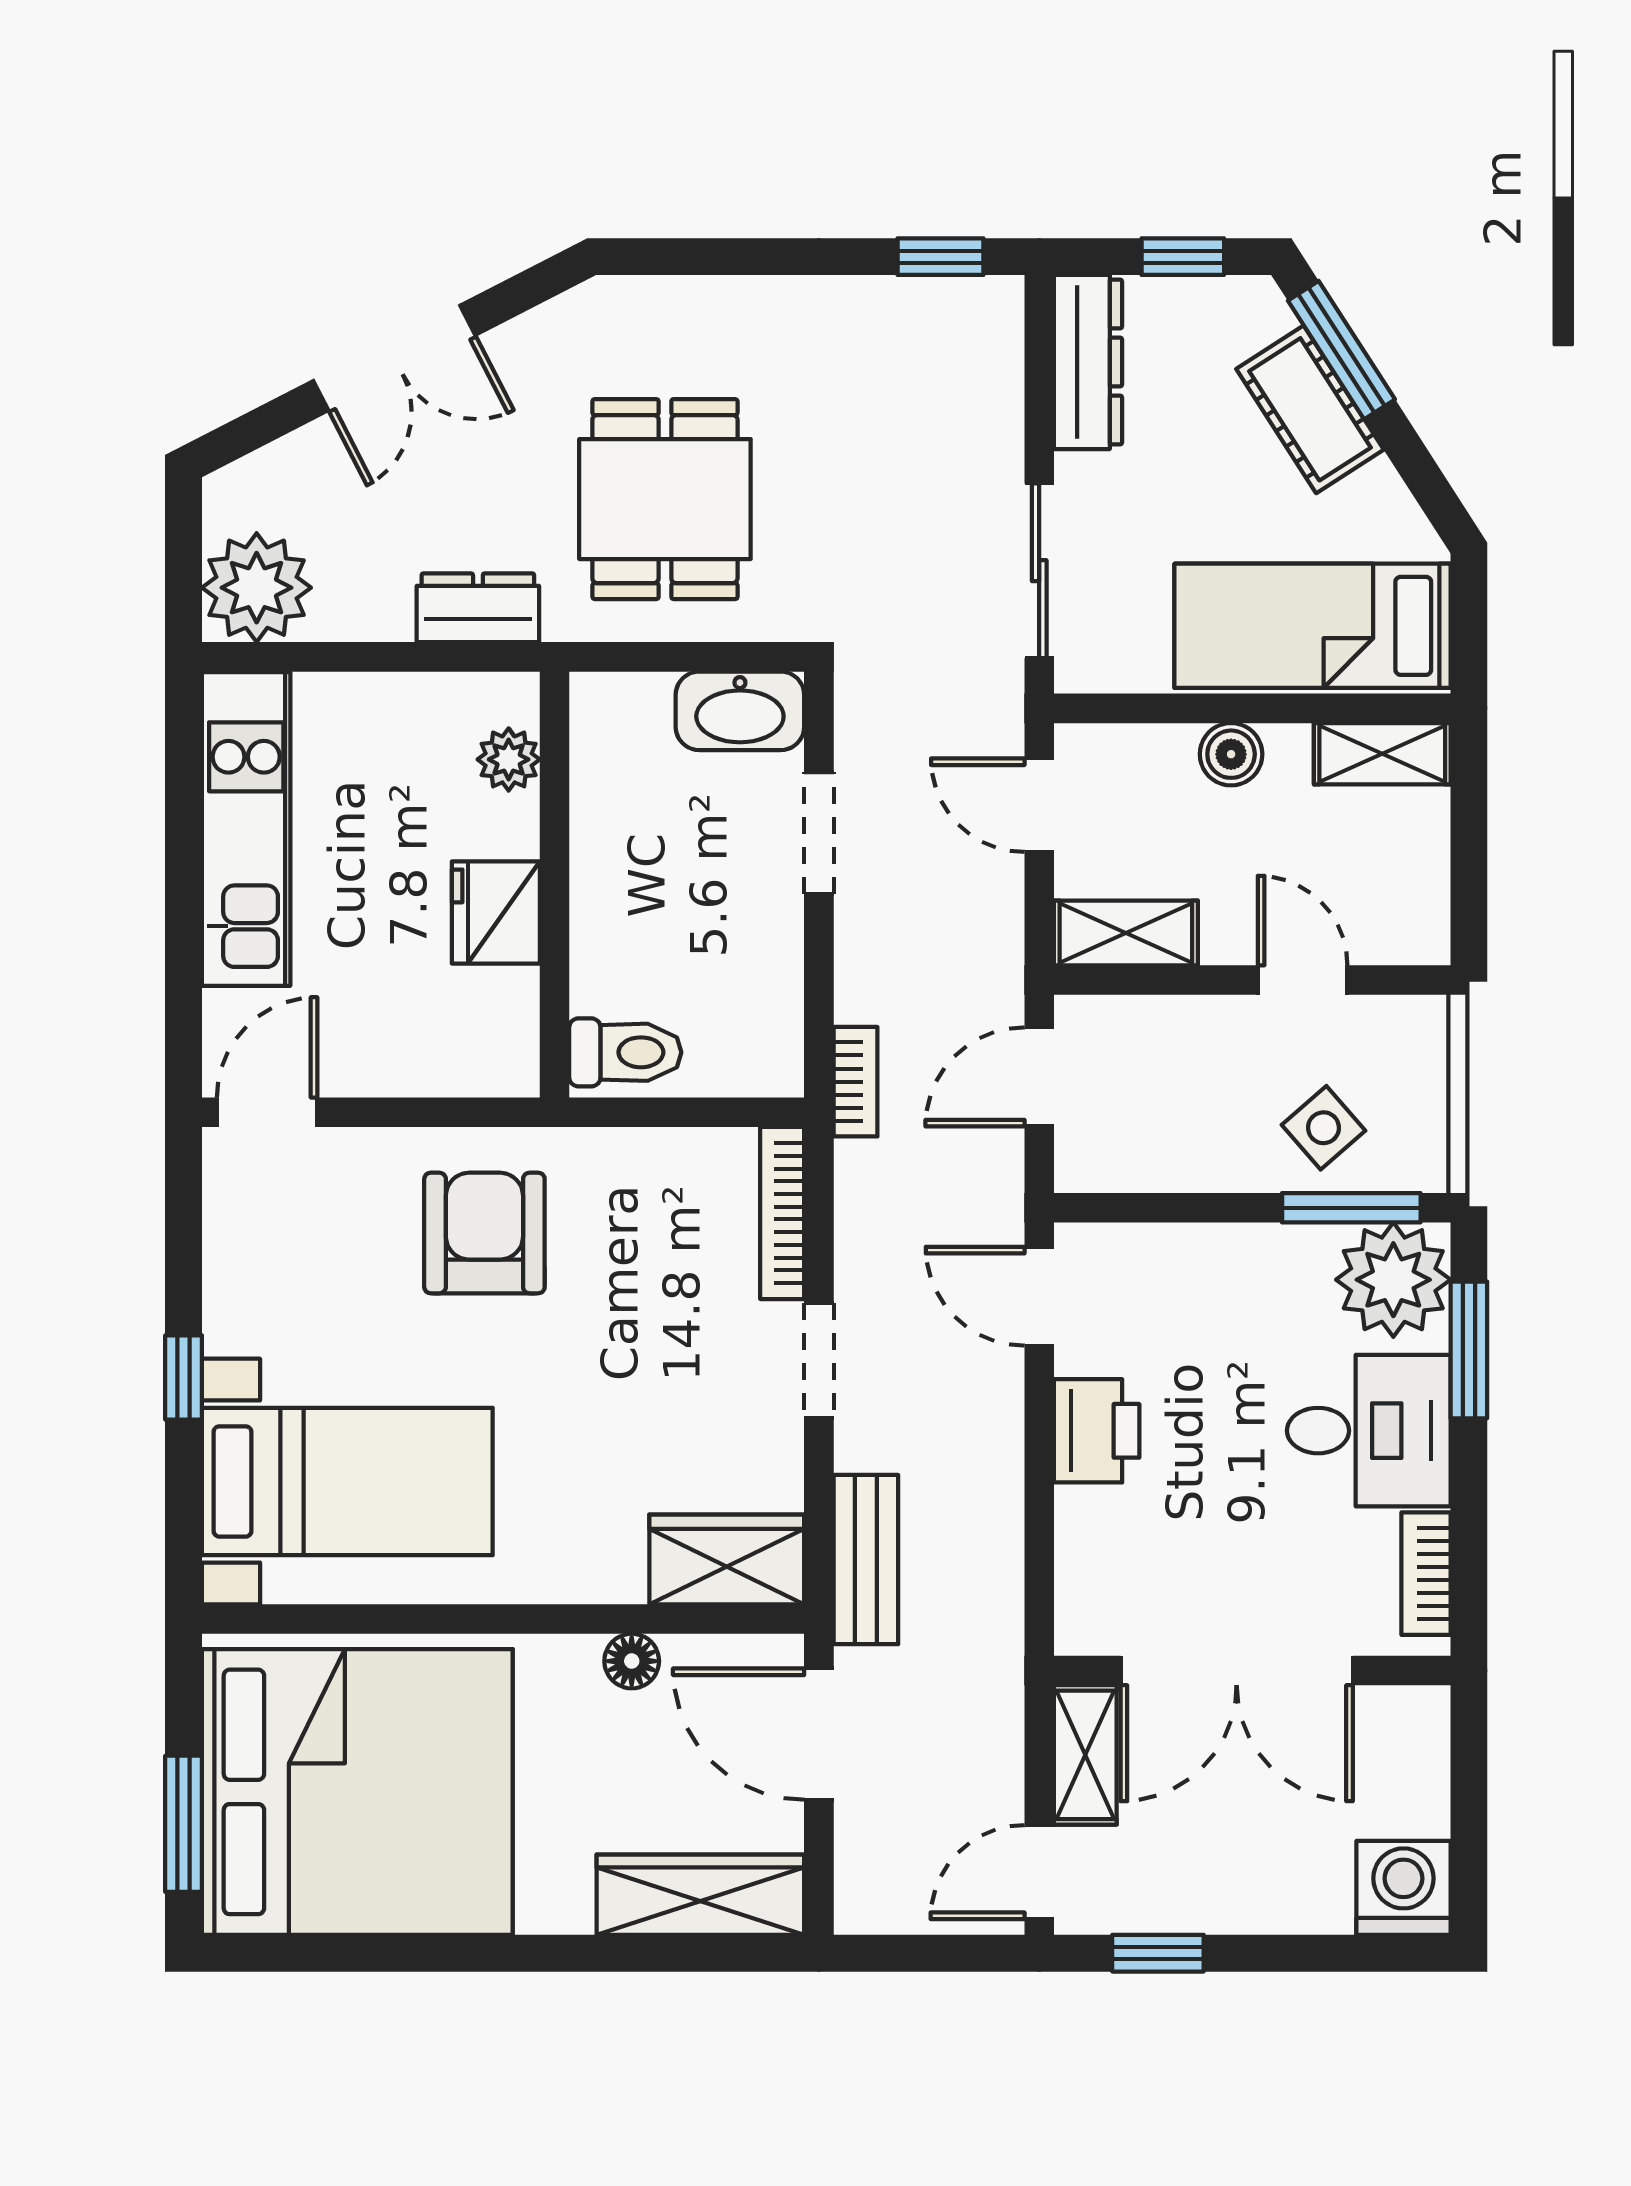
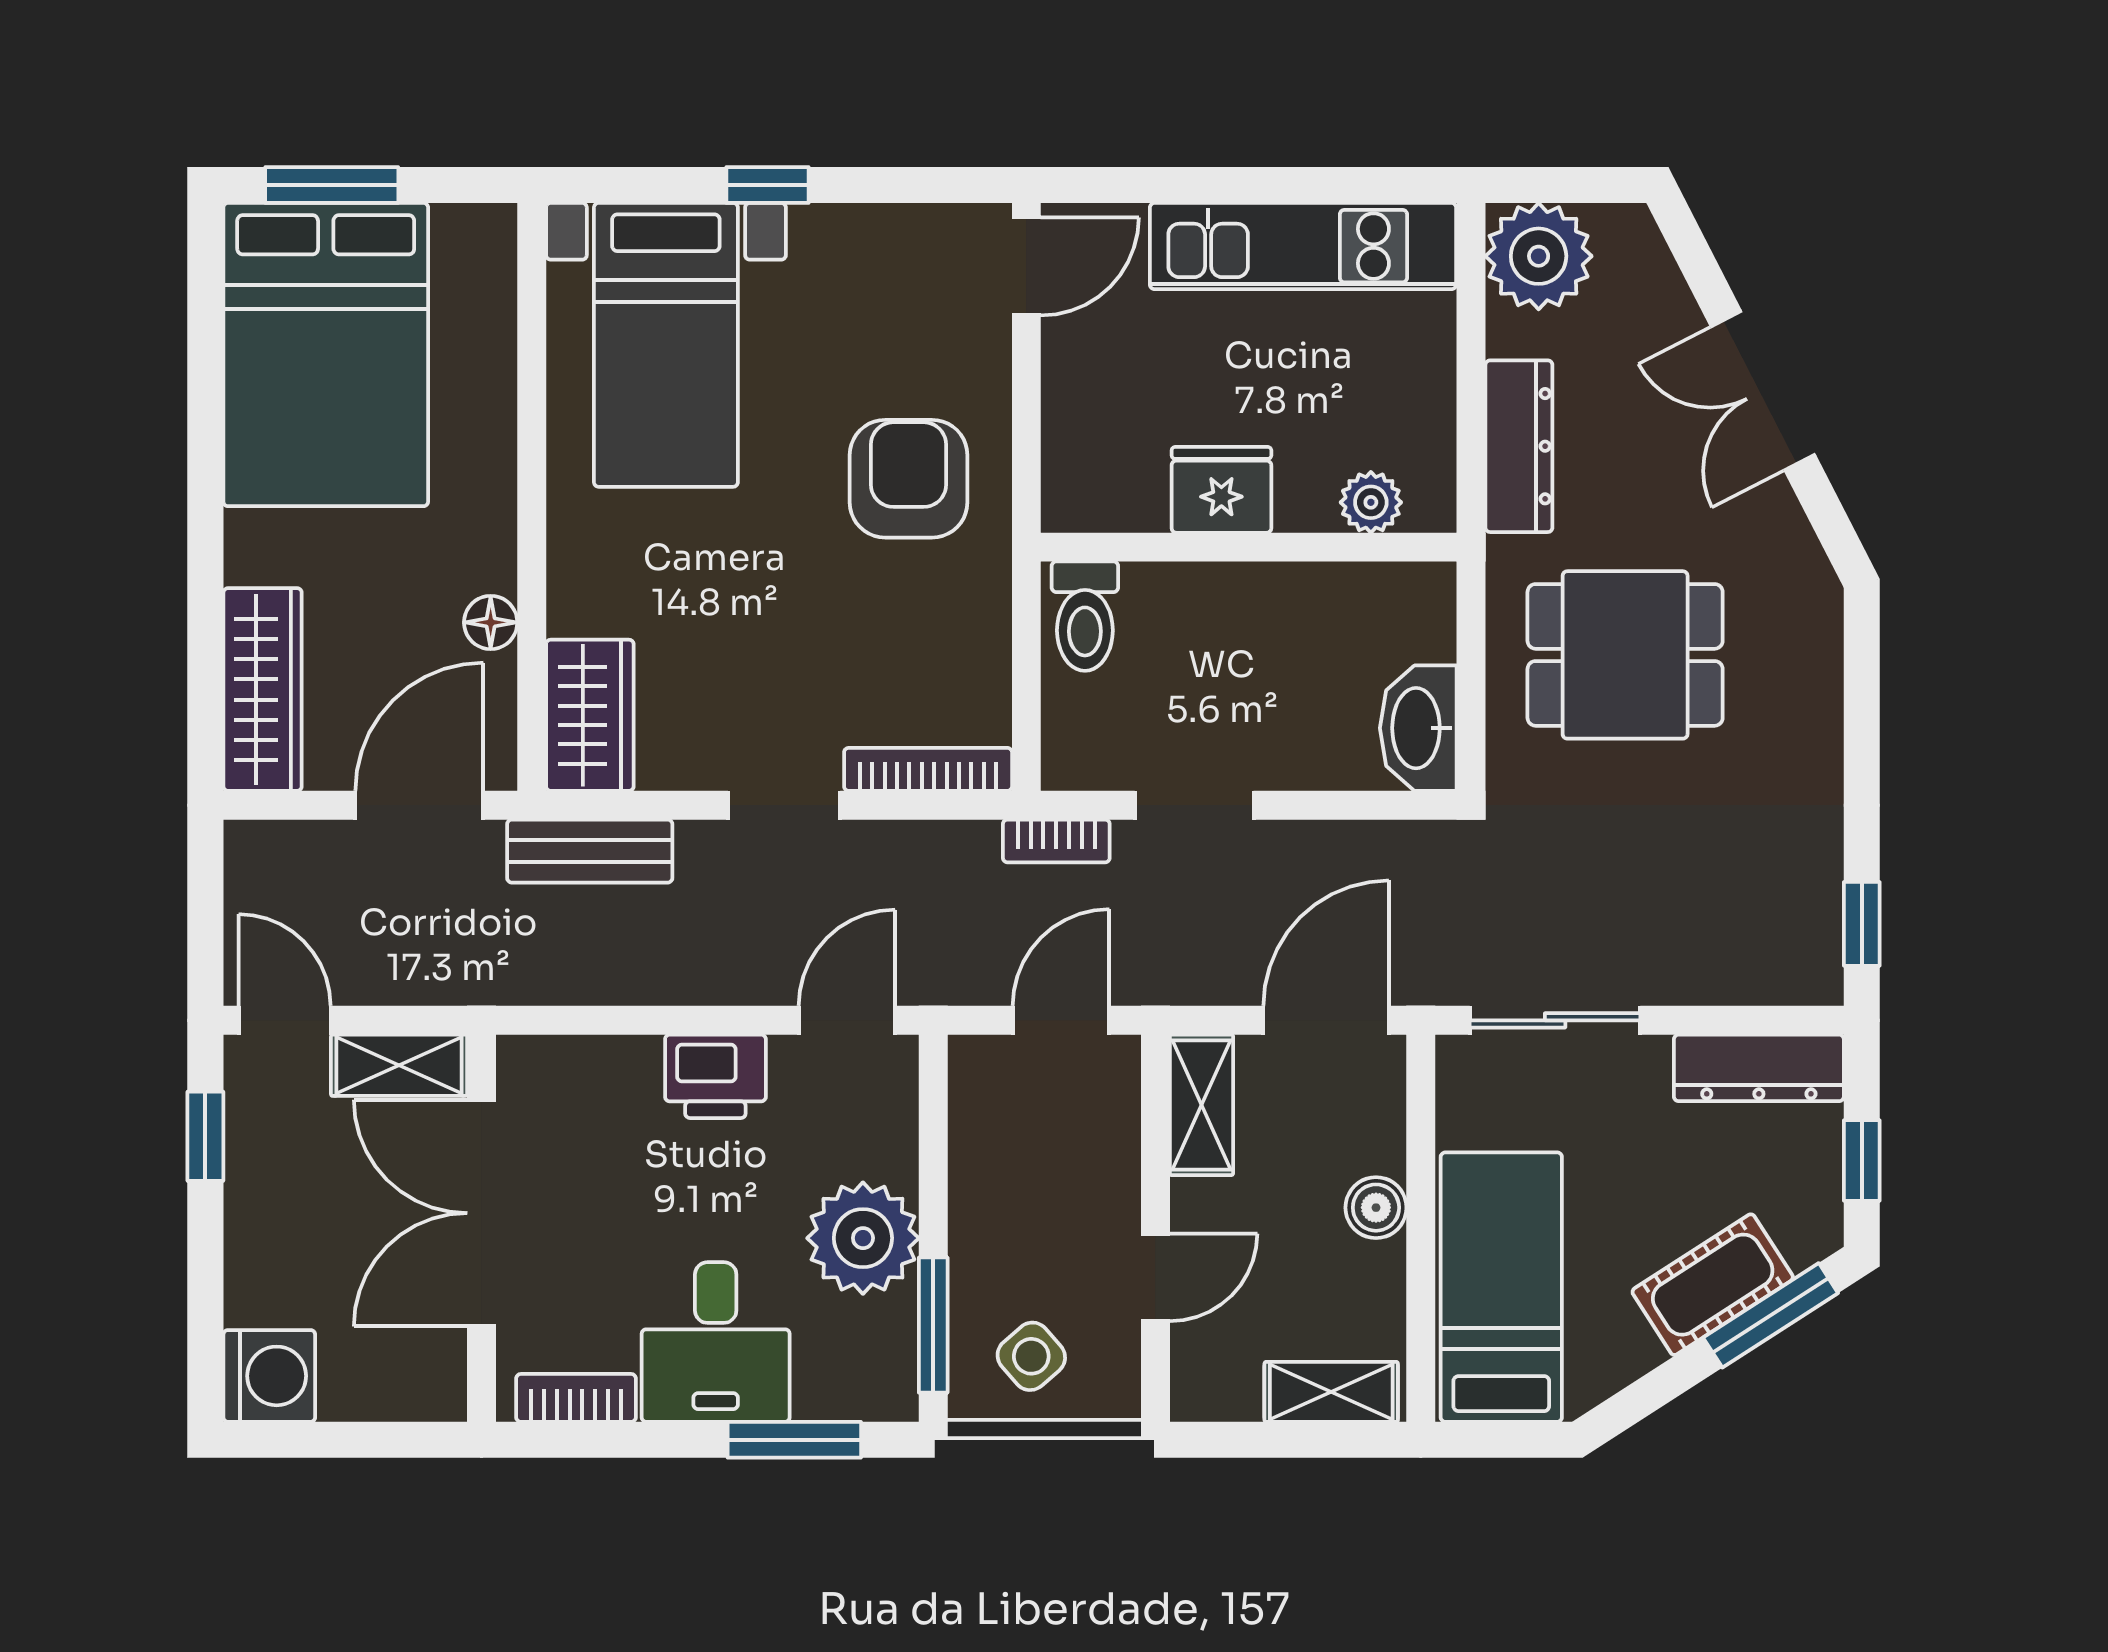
dresser: (478, 608) -> (1519, 446), width x1.44
shelving: (1382, 754) -> (1331, 1392), moved, turned 90
door: (1039, 805) -> (1326, 1020), width x1.37
doorway: (819, 833) -> (1194, 805), moved
door: (1039, 1077) -> (1061, 1020), hinge flipped
door: (267, 1112) -> (1026, 266), hinge flipped
side table: (1323, 1128) -> (1031, 1356), moved
armchair: (484, 1233) -> (909, 479), turned -90
plant: (1393, 1280) -> (863, 1238), moved
bed: (357, 1792) -> (326, 355), width x0.73

